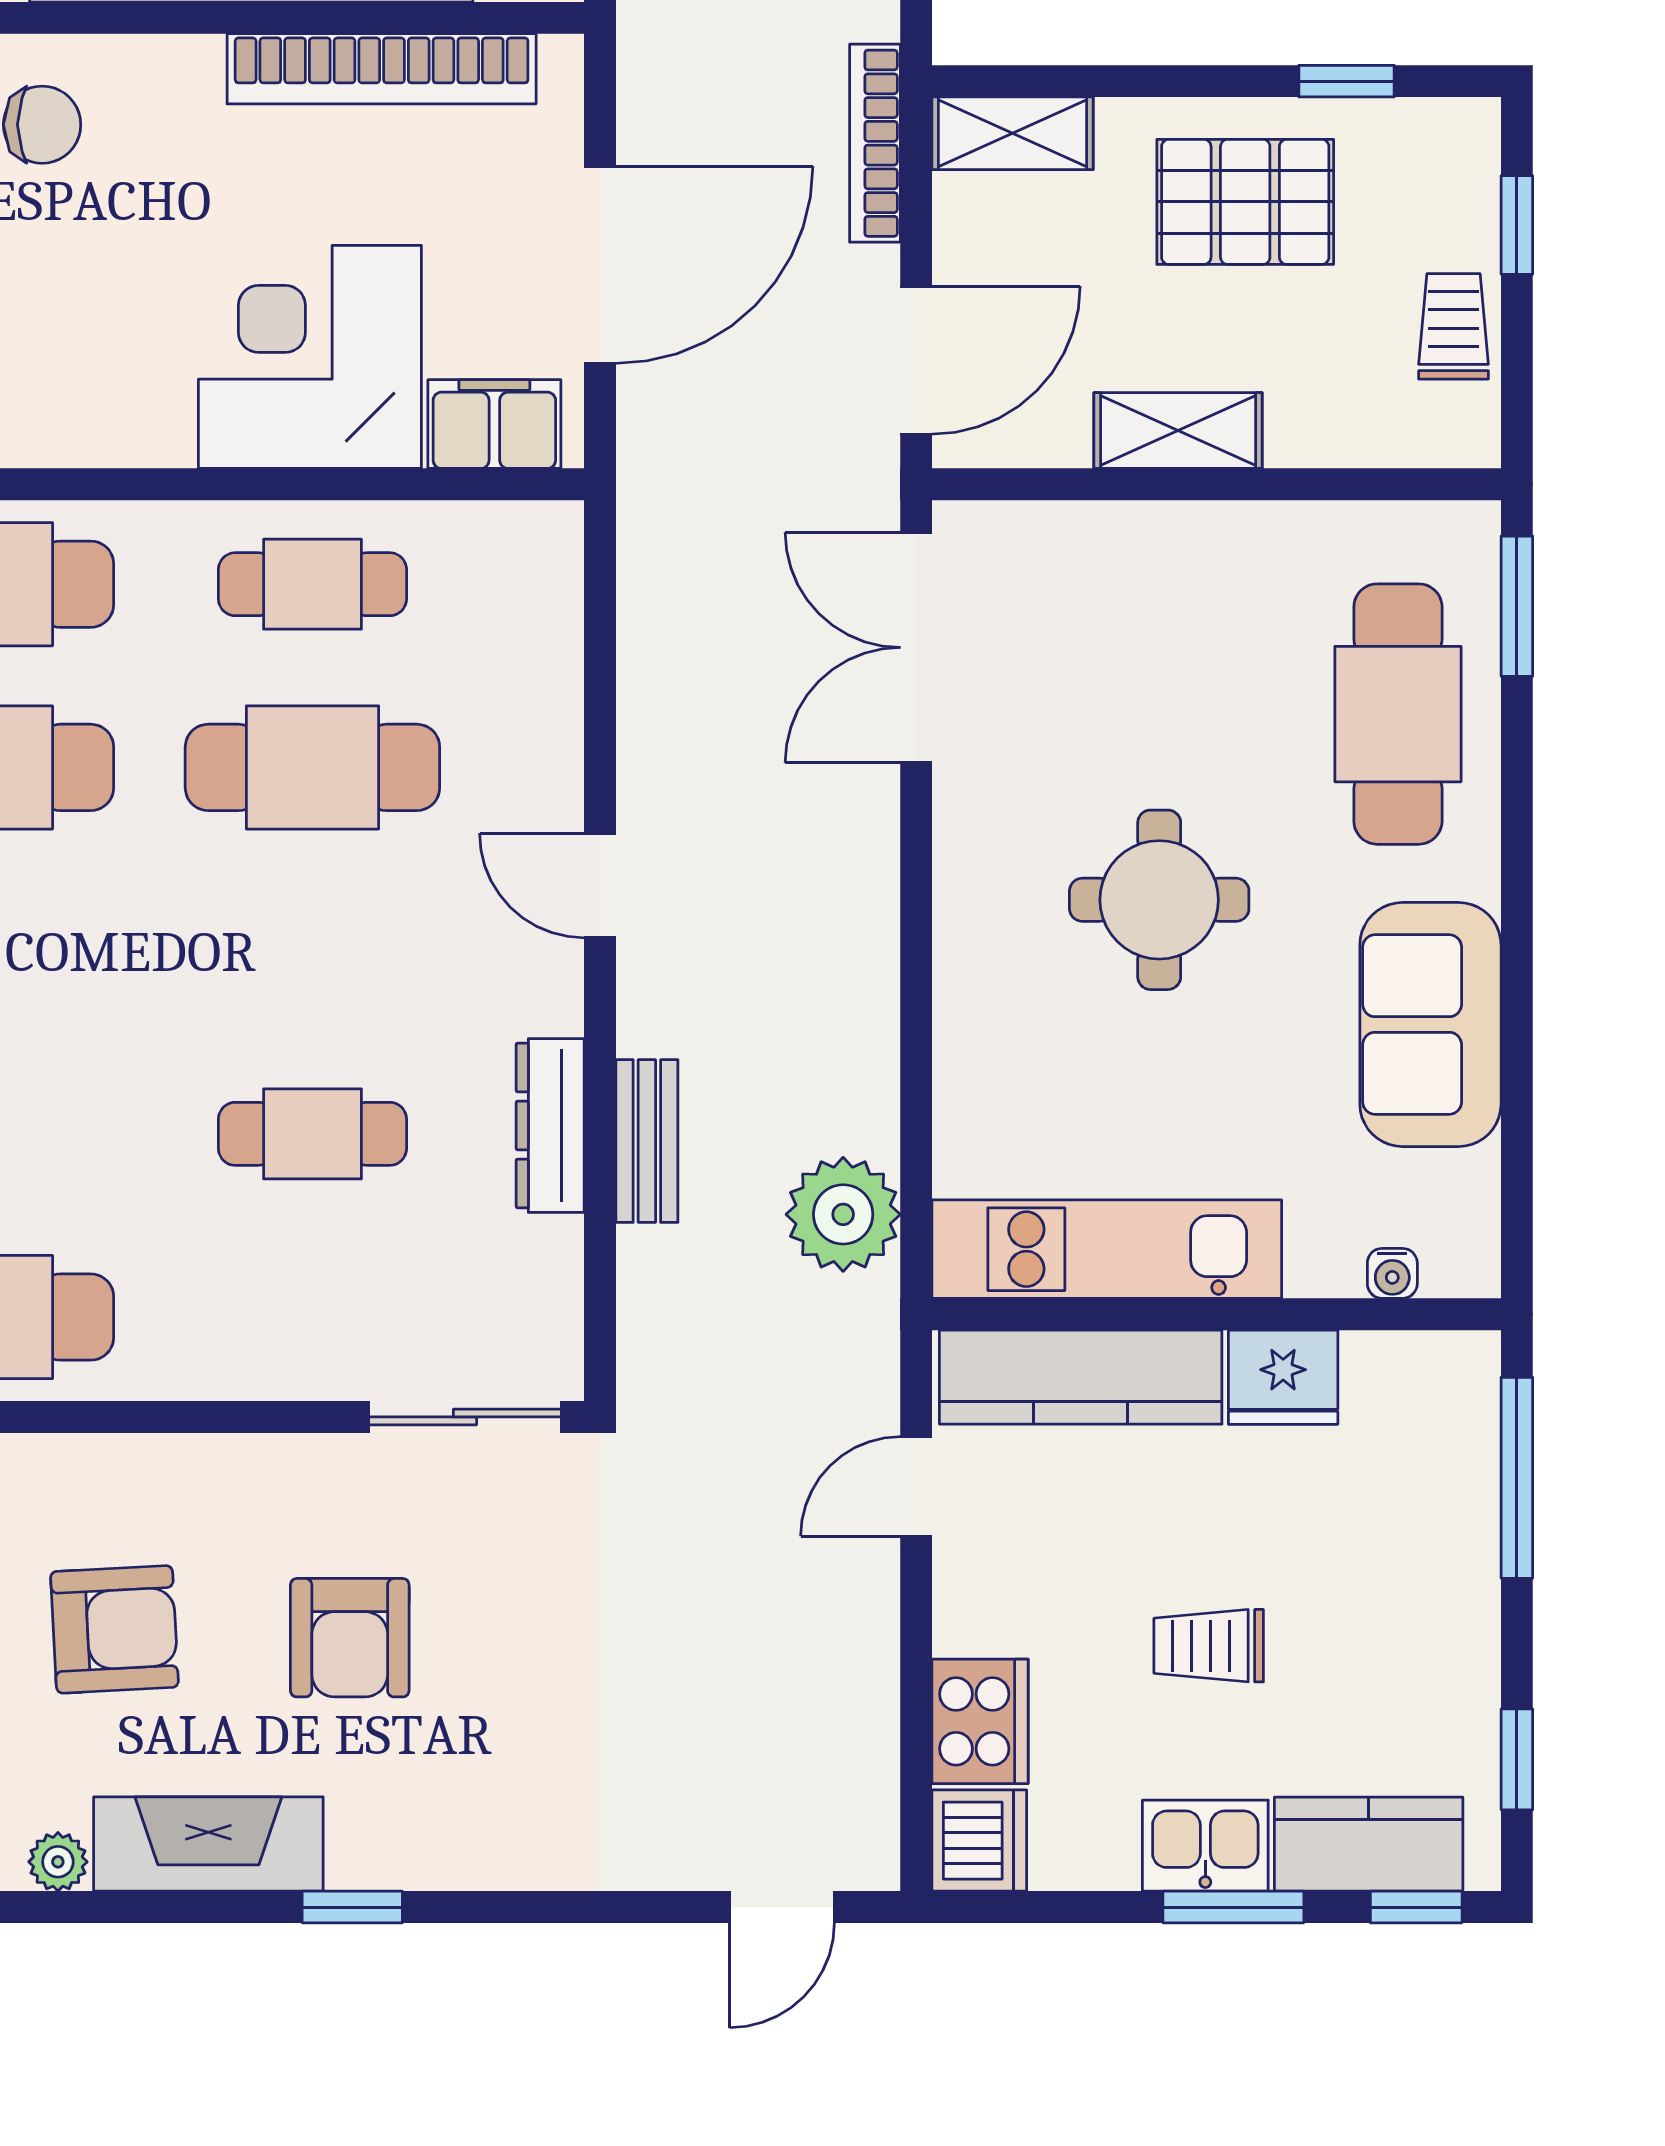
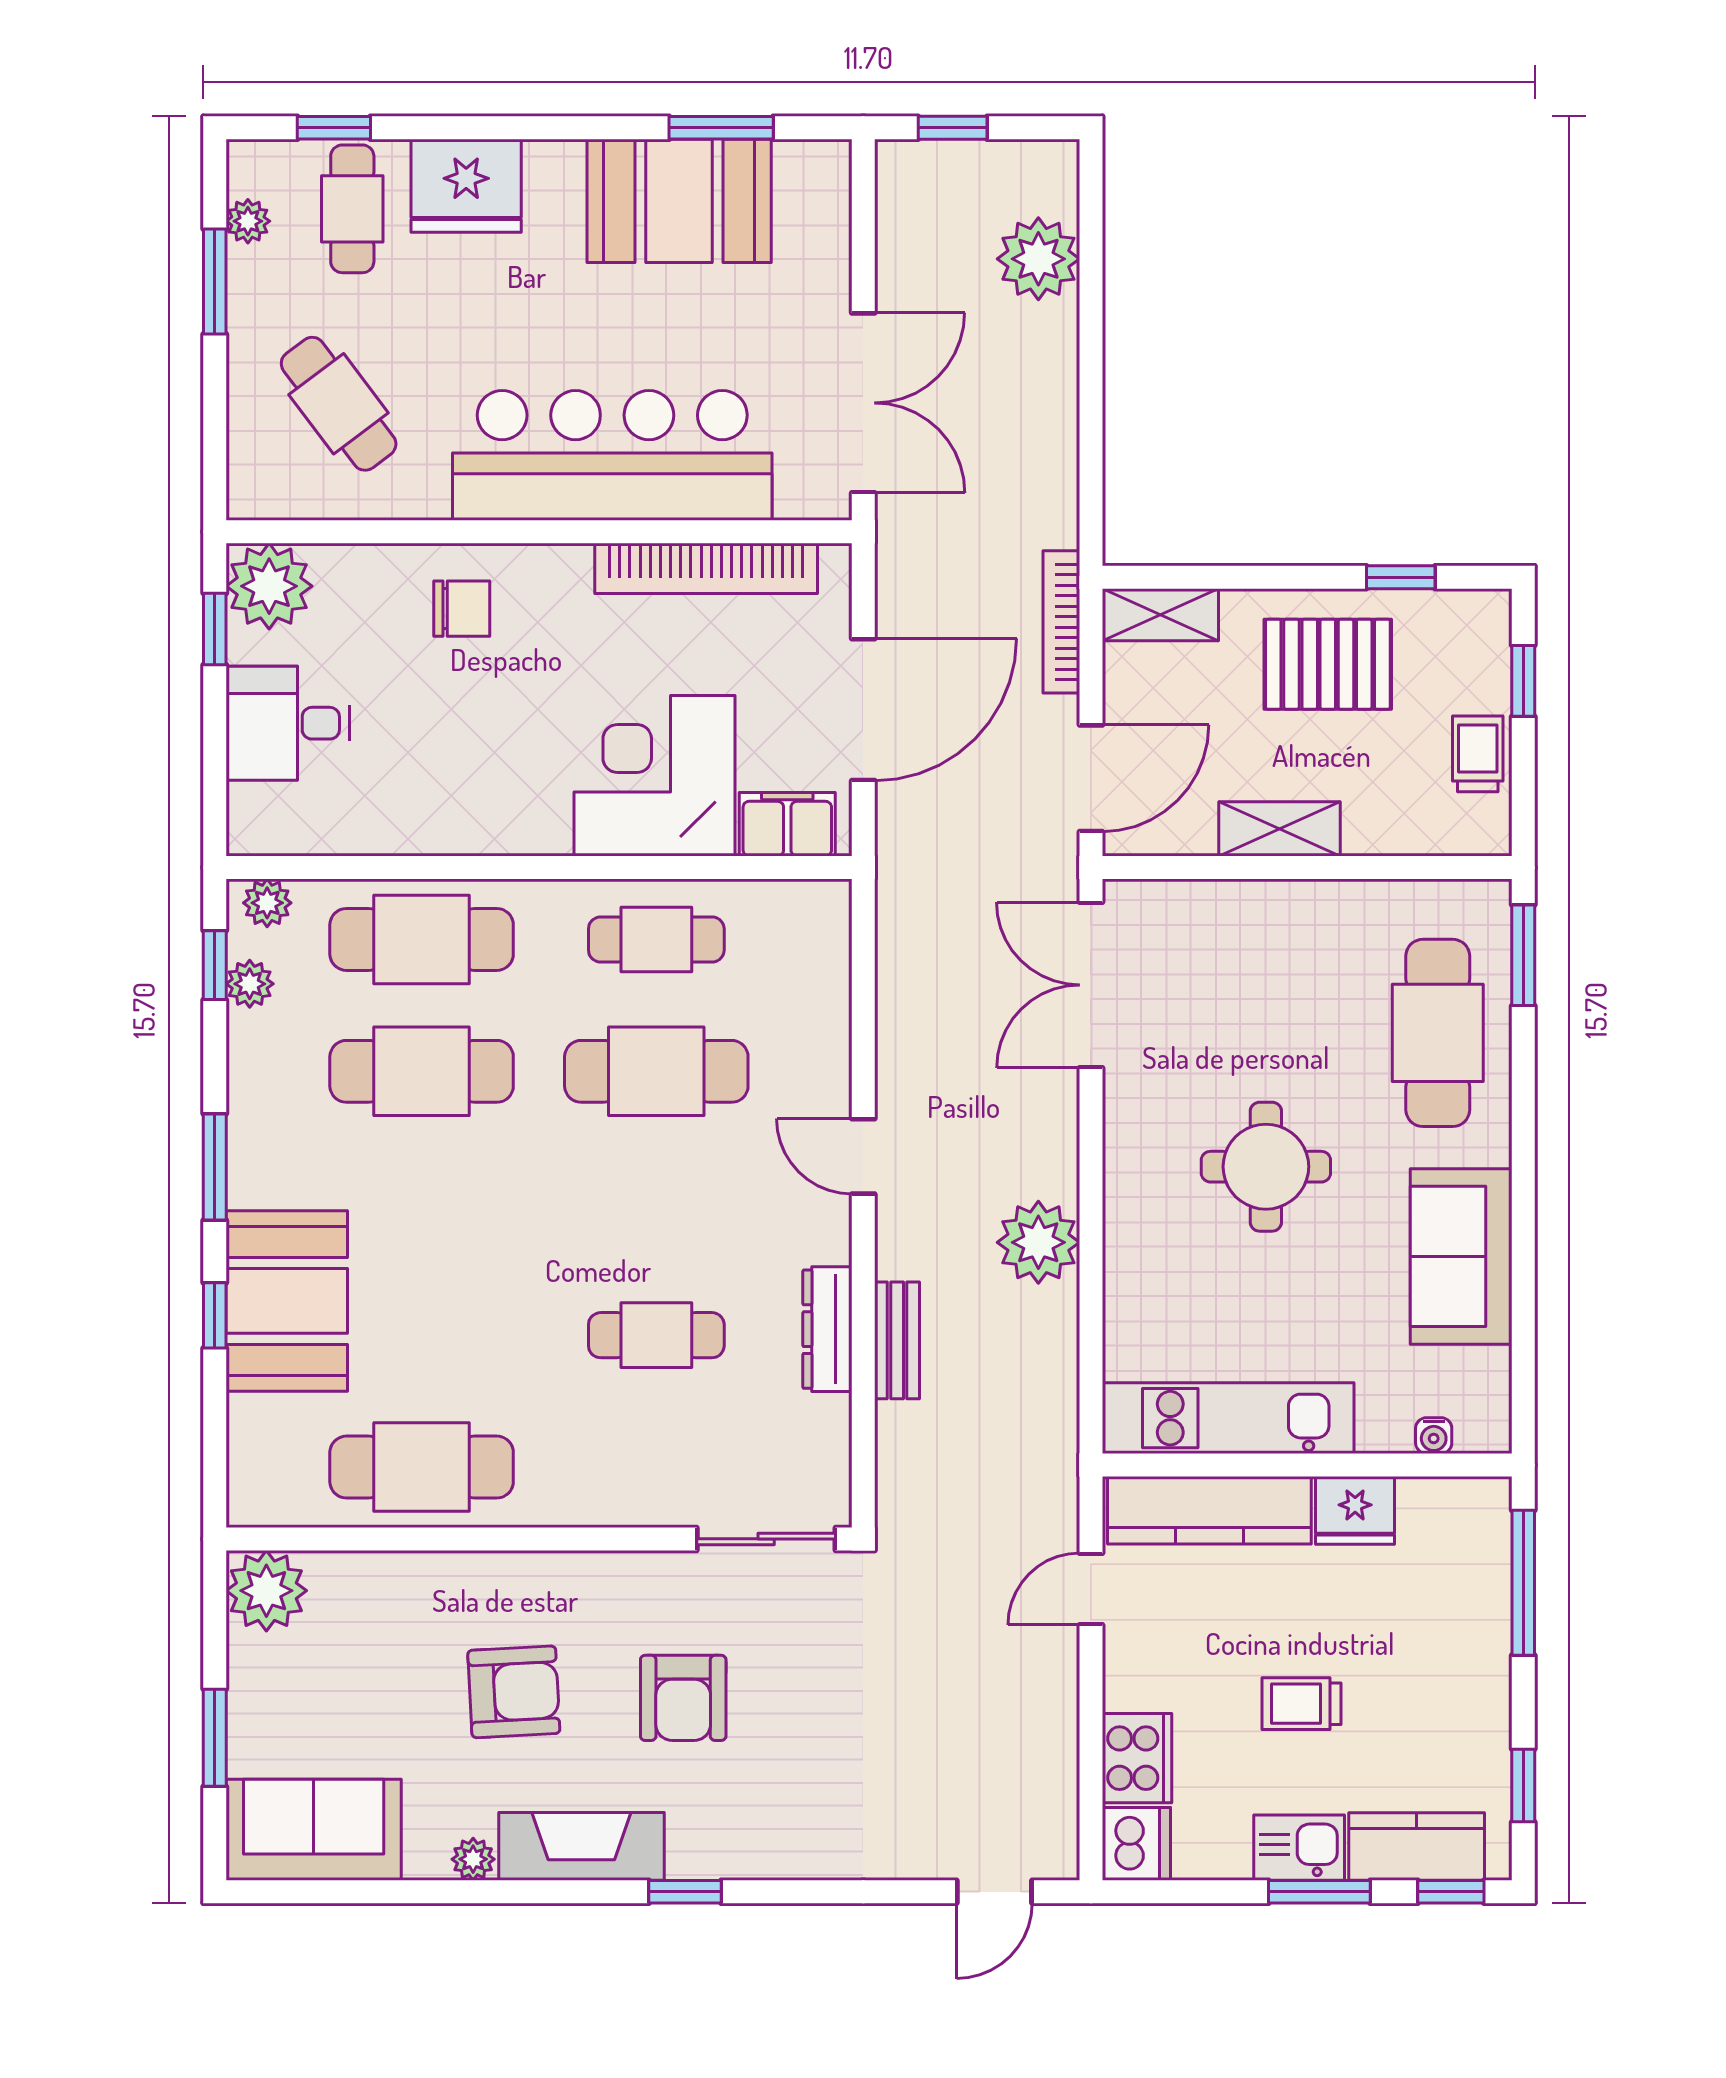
plant: (843, 1214) -> (1038, 1242), moved

